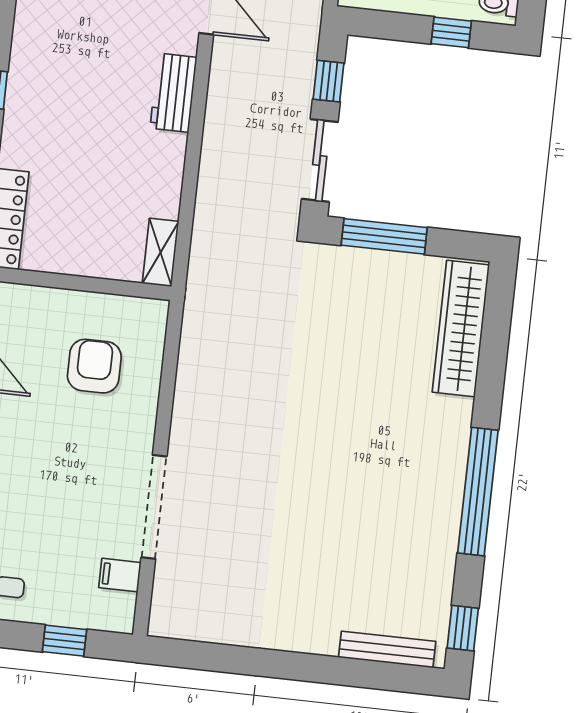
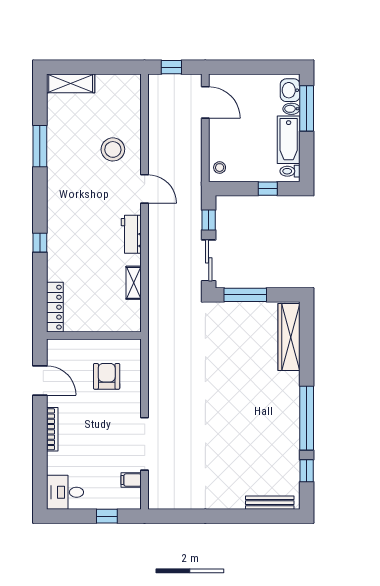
shelving: (161, 252) -> (134, 283), moved
window: (463, 628) -> (307, 471), moved

